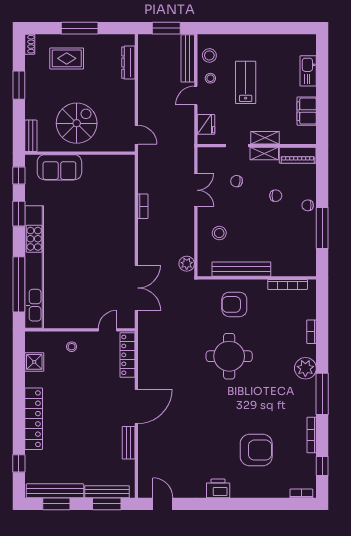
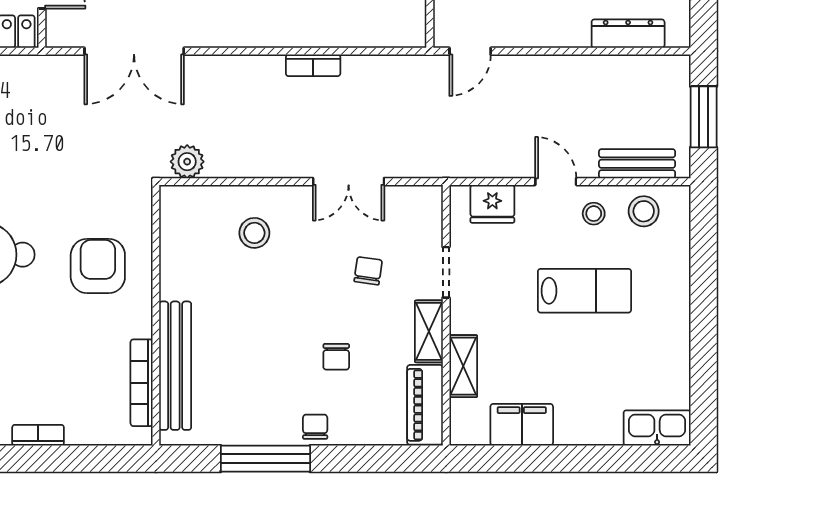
bench: (188, 58) -> (637, 164), width x0.73
kitchen sink: (308, 71) -> (657, 428), moved
shelving: (265, 138) -> (463, 366), moved
bench: (241, 269) -> (175, 366), moved

